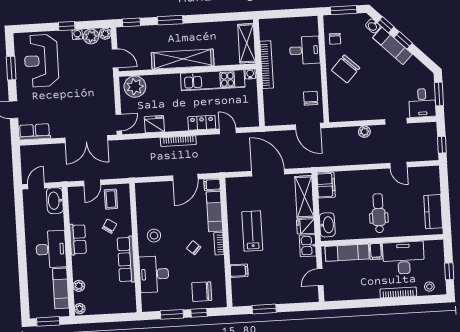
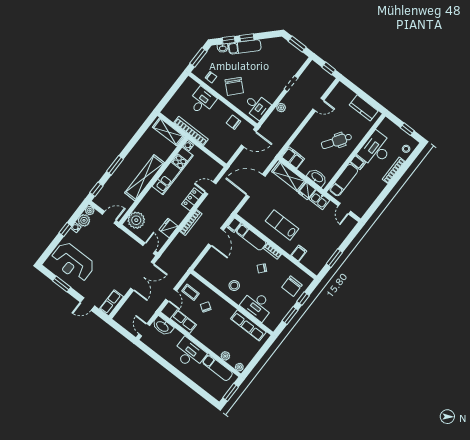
desk: (422, 103) -> (257, 106), moved
dental chair: (379, 213) -> (337, 141), turned -56
row of seats: (78, 239) -> (183, 322), moved
row of seats: (126, 259) -> (248, 325), moved

